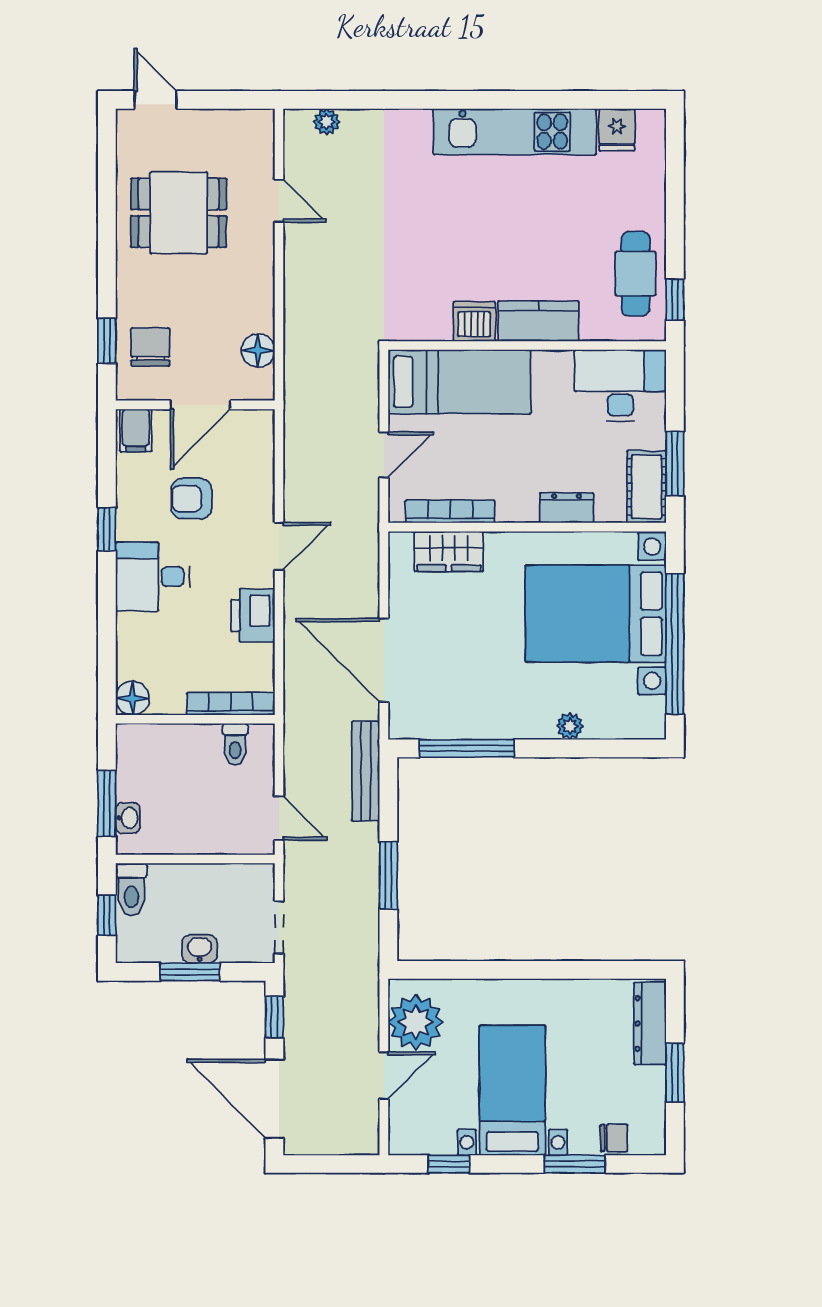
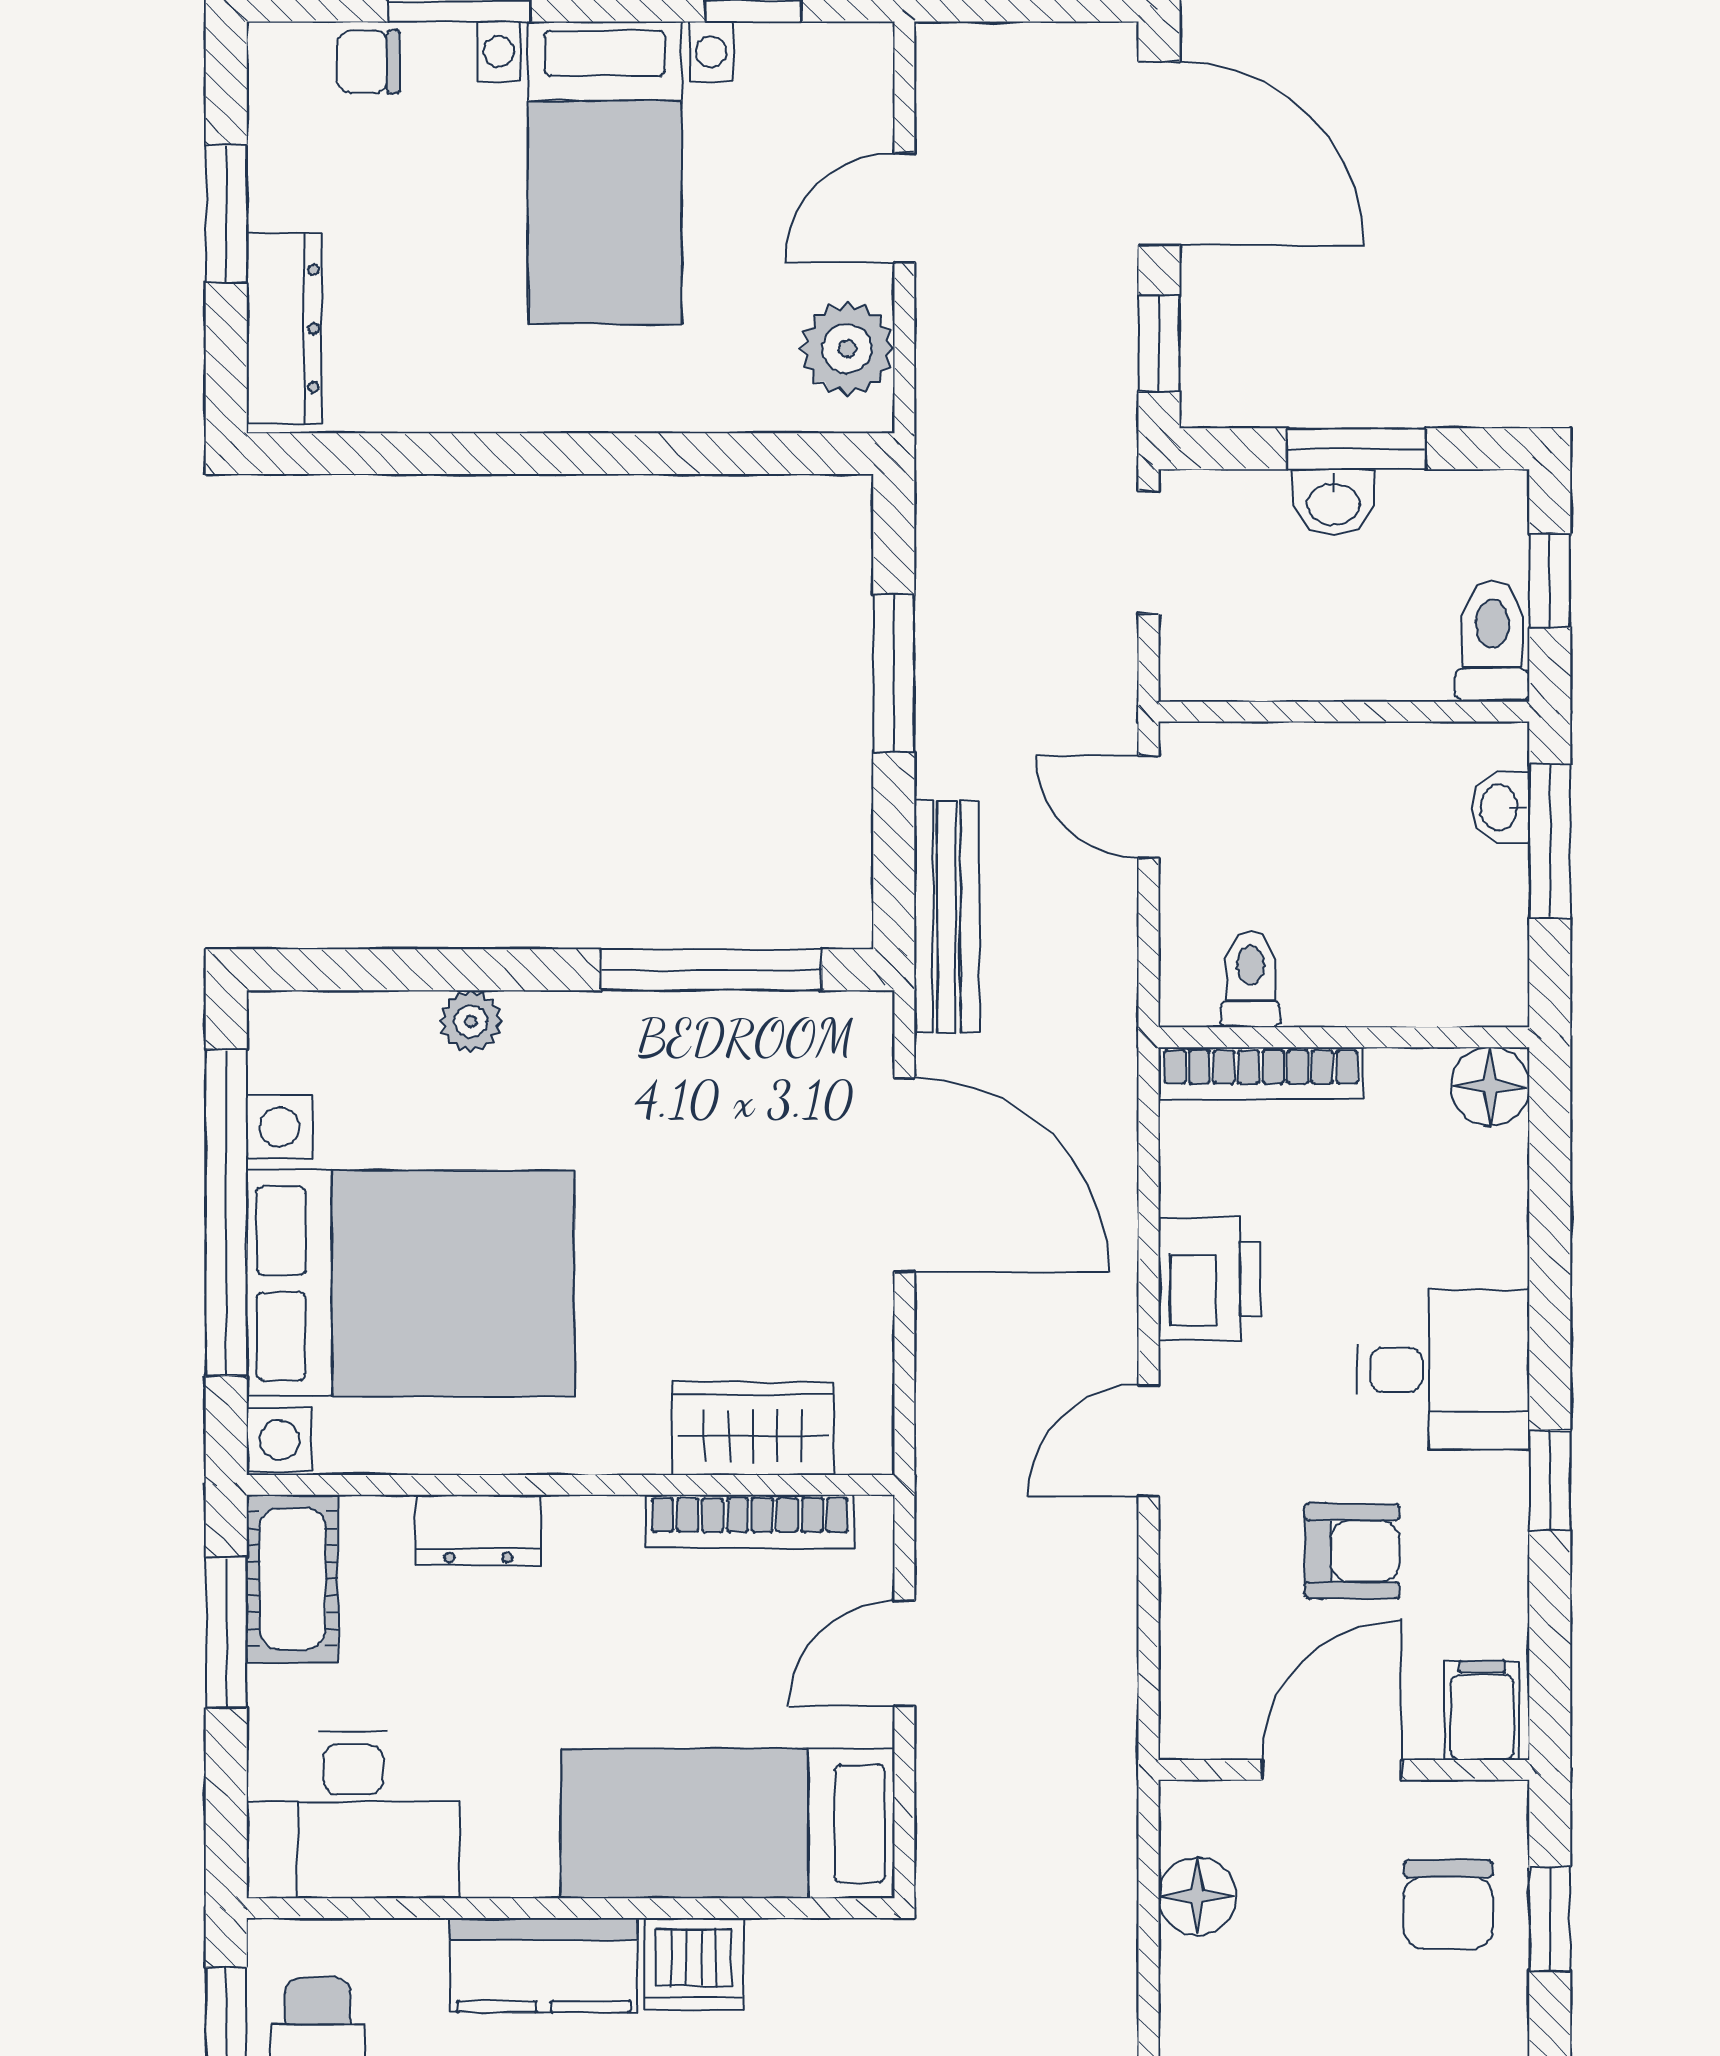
plant: (416, 1022) -> (847, 349), width x0.73, depth x0.73

